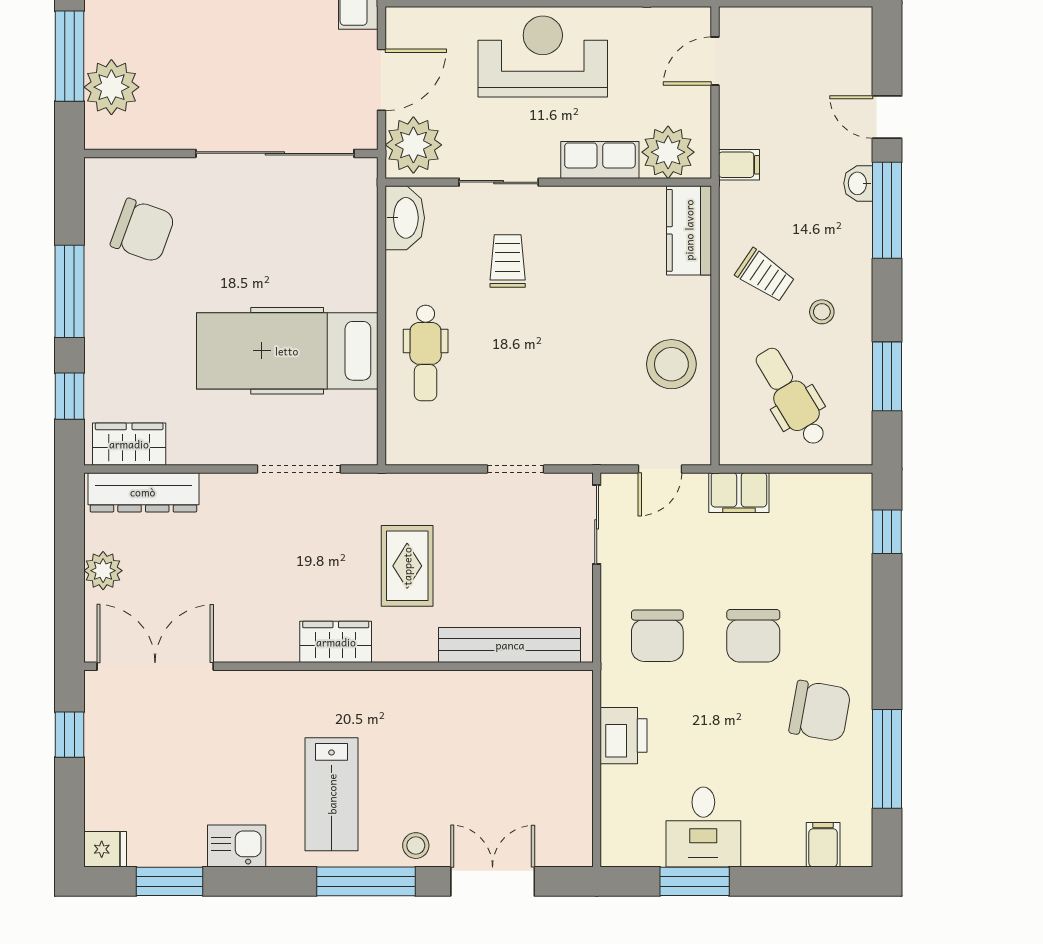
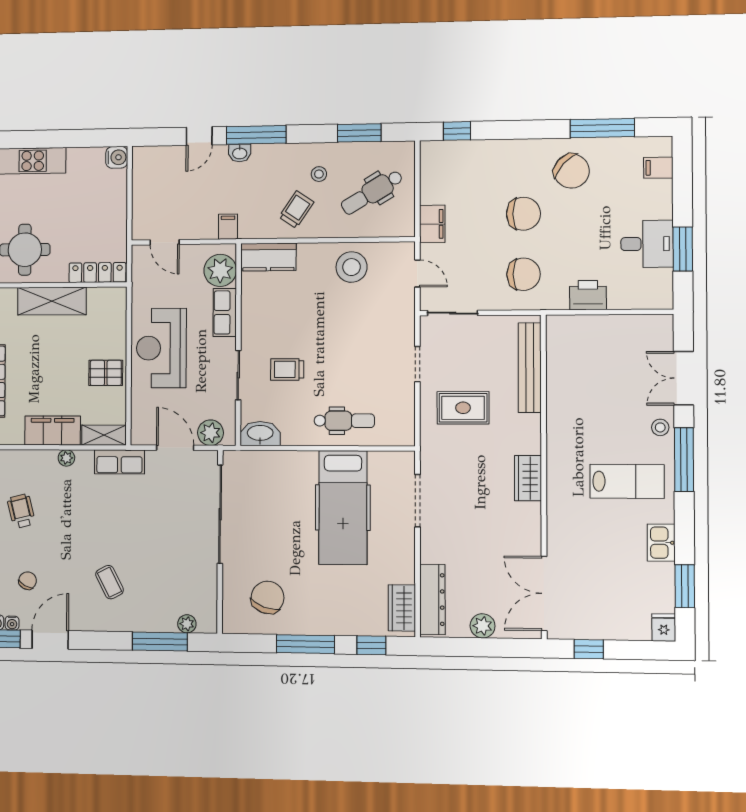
plant: (111, 87) -> (187, 624), width x0.53, depth x0.53
plant: (413, 145) -> (210, 433), width x0.73, depth x0.73
rug: (407, 566) -> (463, 408), moved
chair: (820, 711) -> (572, 171), turned 122

